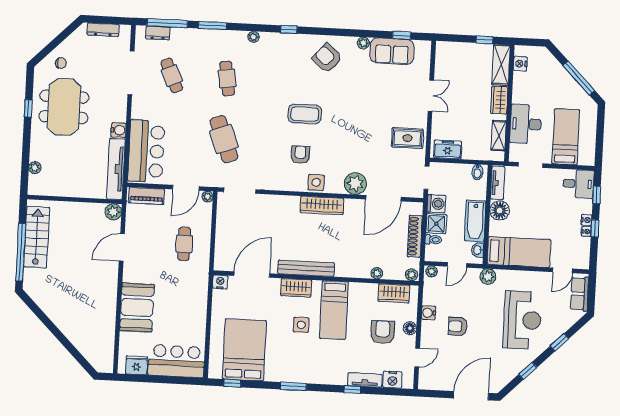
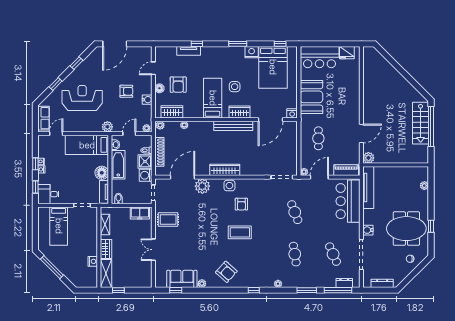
nightstand: (520, 64) -> (93, 261), moved
meeting table: (64, 107) -> (406, 229), turned 90
desk: (526, 124) -> (87, 233), removed
water cooler: (119, 130) -> (368, 230), moved
cafe table: (224, 139) -> (295, 212), width x0.73, depth x0.74
stairs: (37, 237) -> (421, 123), moved
booth: (137, 308) -> (311, 97), moved
reception desk: (522, 320) -> (82, 98), turned 90
nightstand: (392, 380) -> (252, 52), moved

